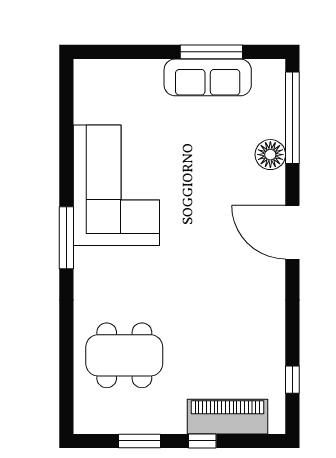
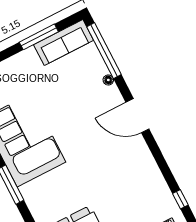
sofa: (208, 77) -> (64, 43), moved
floor lamp: (270, 155) -> (108, 80), width x0.53, depth x0.53

